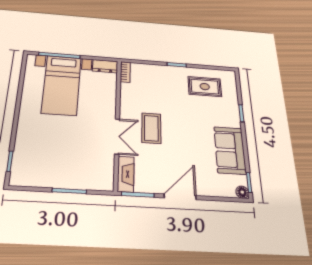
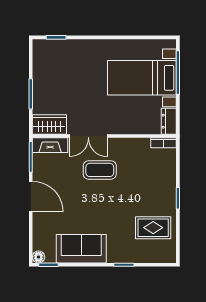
rug: (205, 87) -> (153, 228), turned 90
wardrobe: (104, 173) -> (49, 124), added

